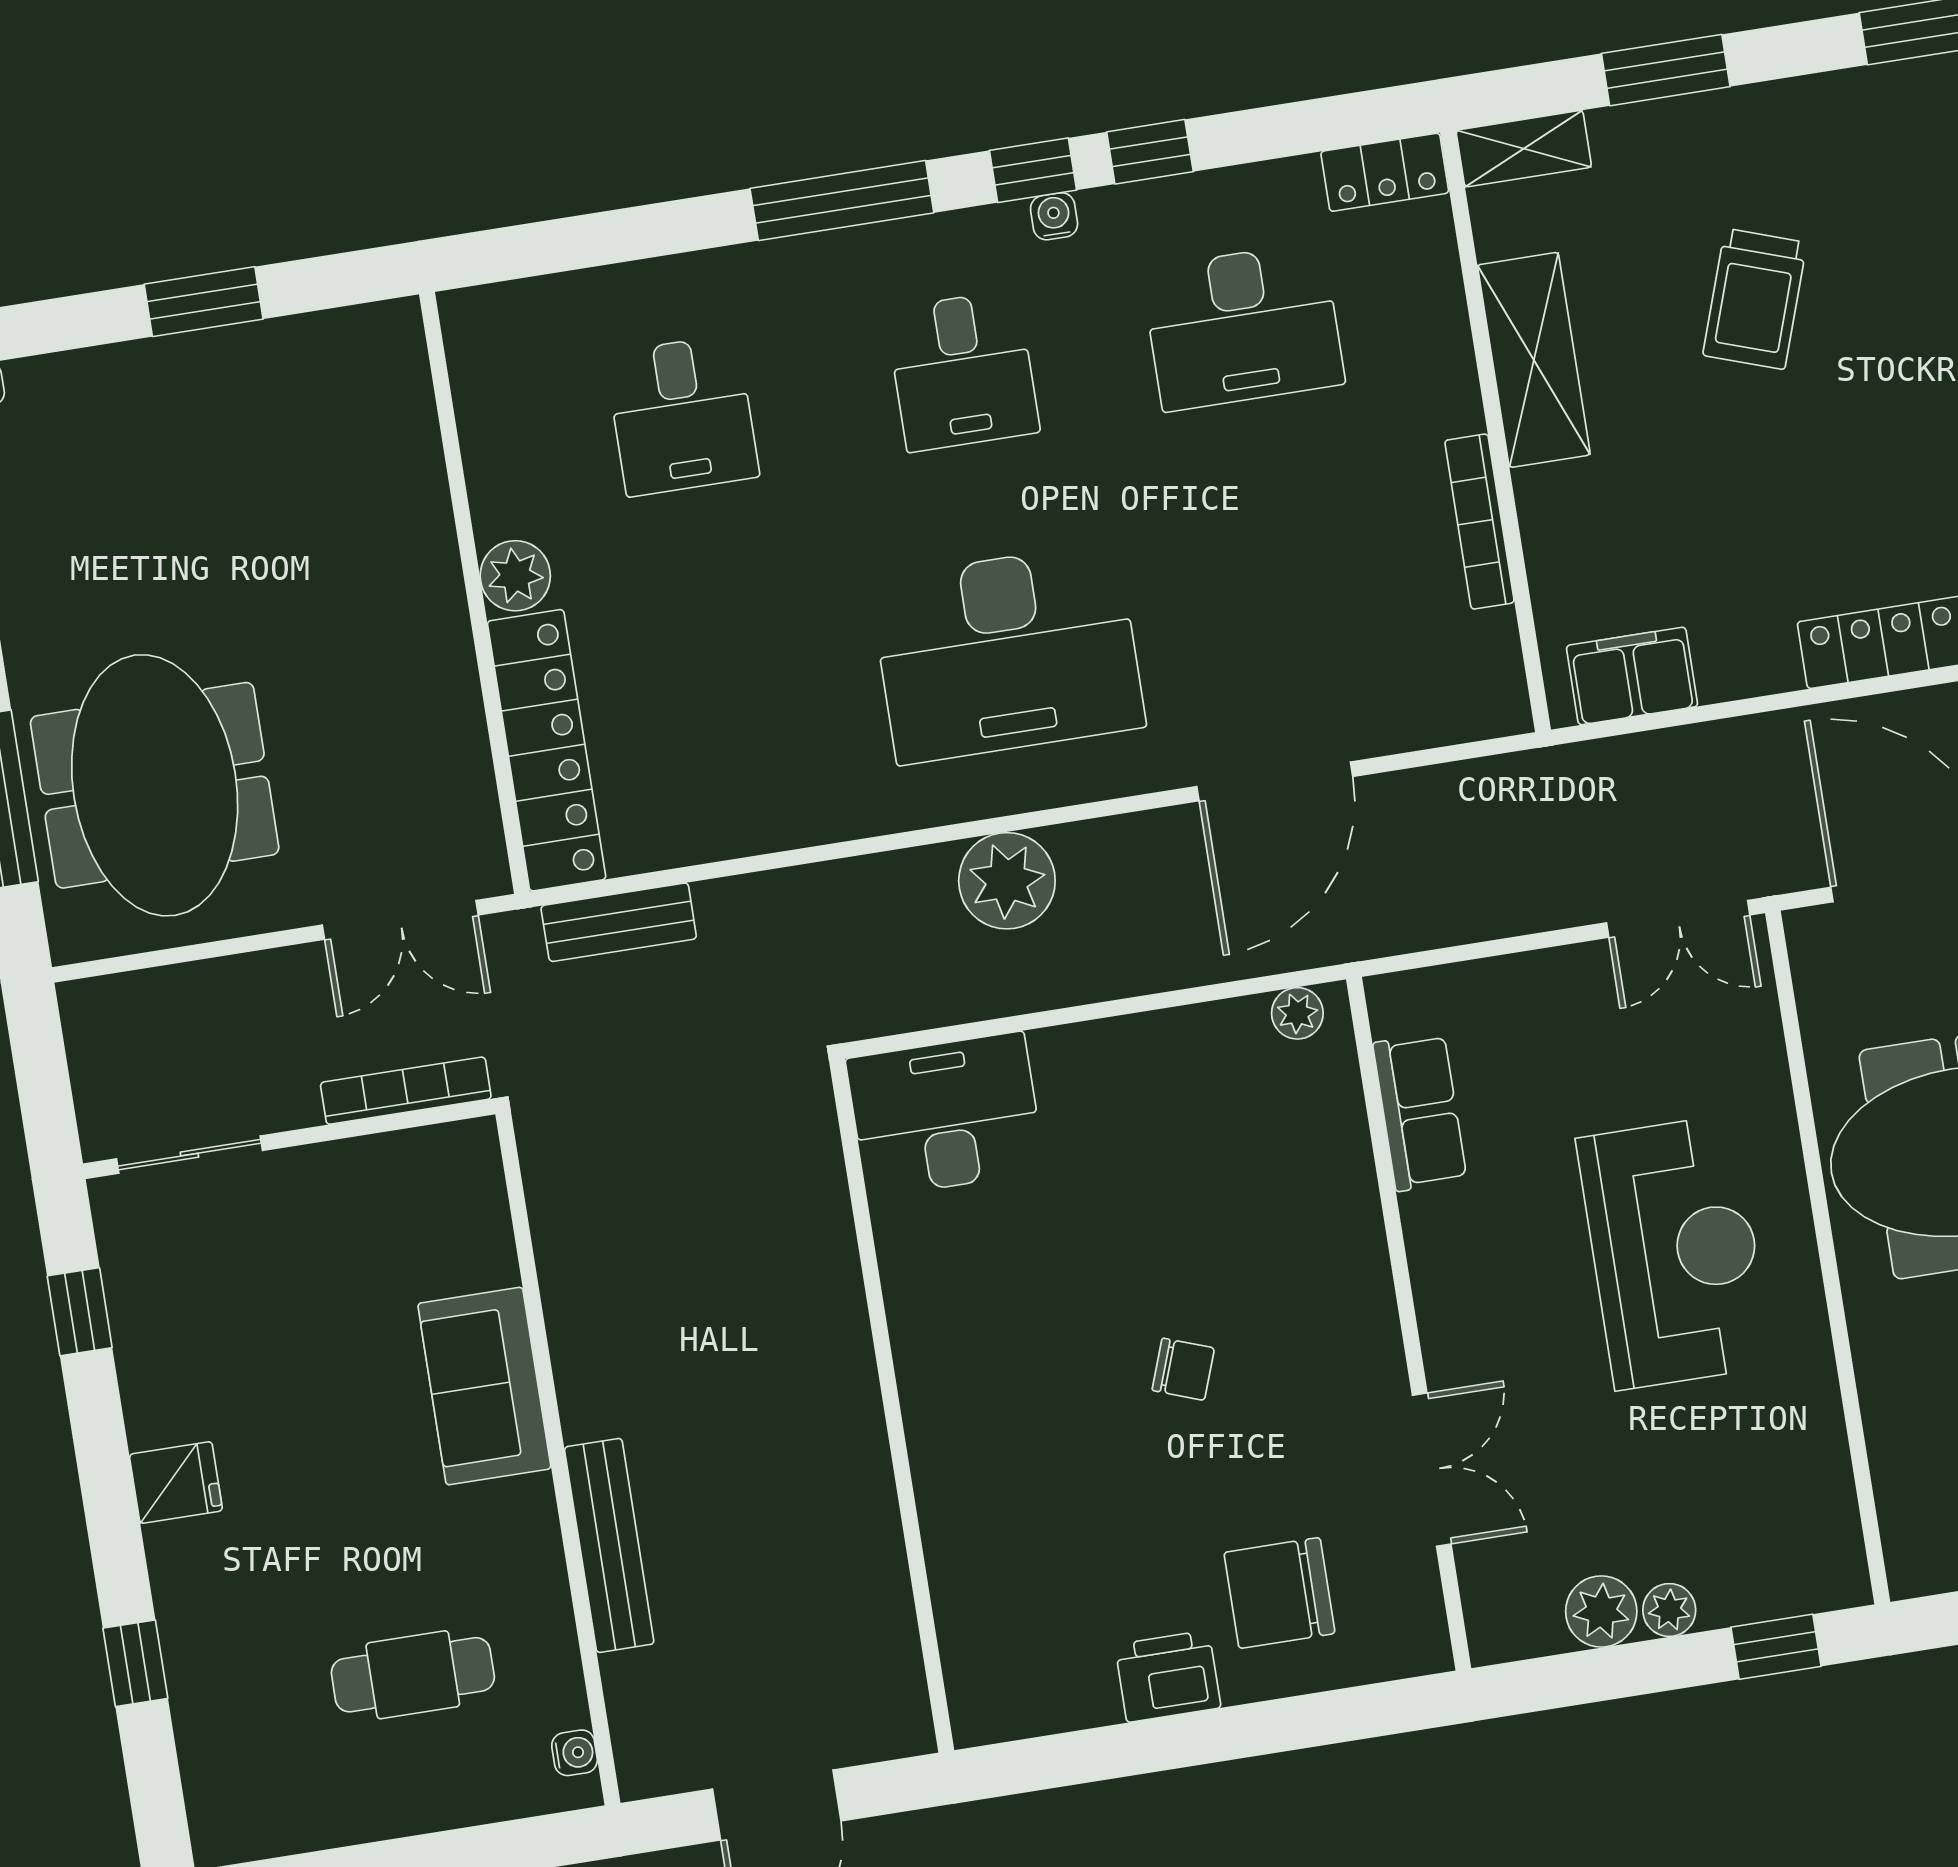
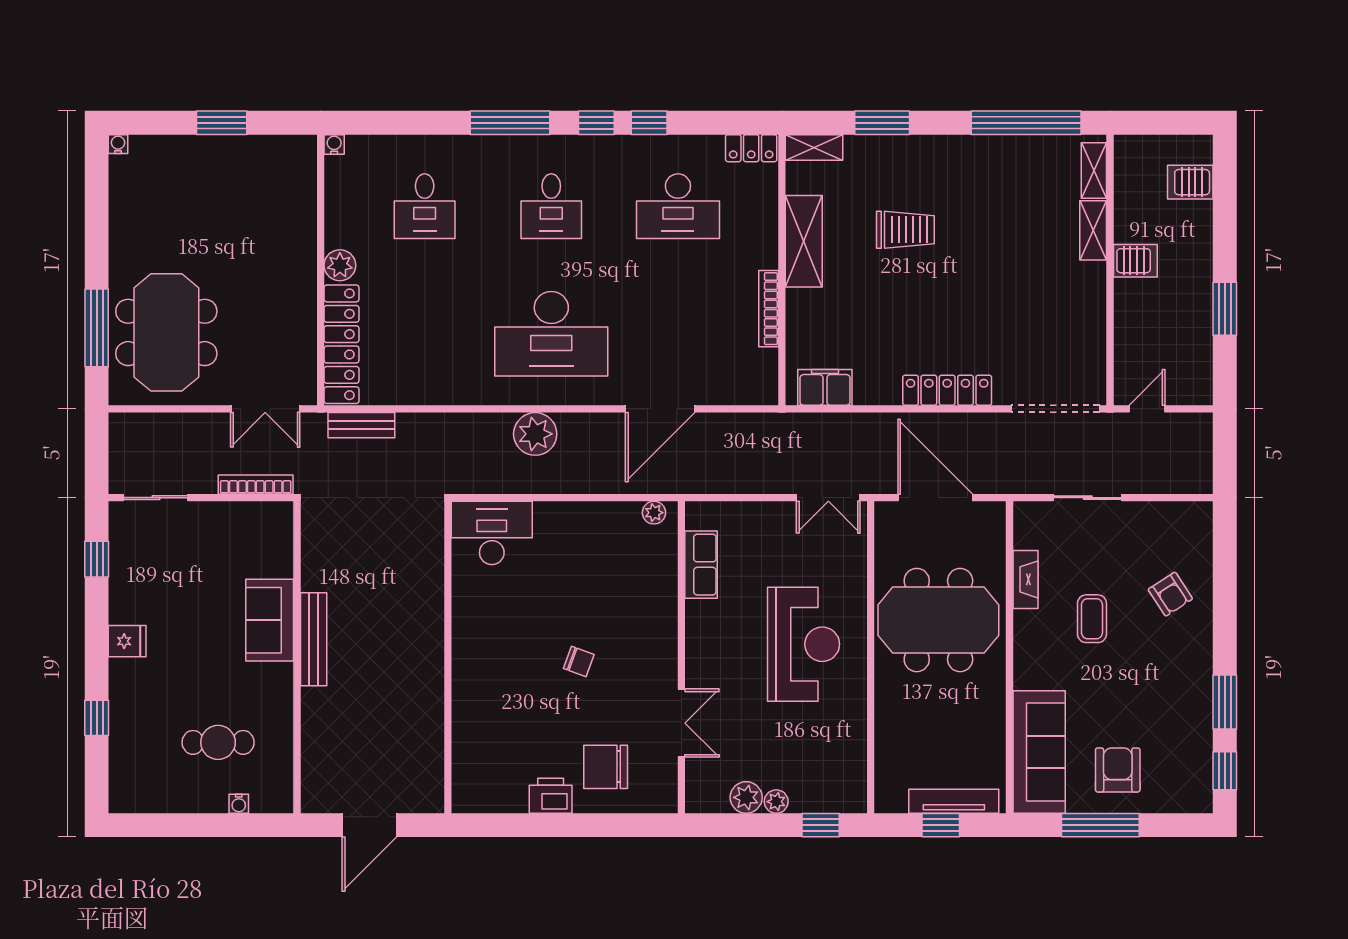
water cooler: (1054, 216) -> (334, 144), moved
trolley: (1755, 299) -> (905, 230), turned -109
bench: (609, 1545) -> (314, 639), moved
water cooler: (575, 1753) -> (239, 804), moved, turned 90

